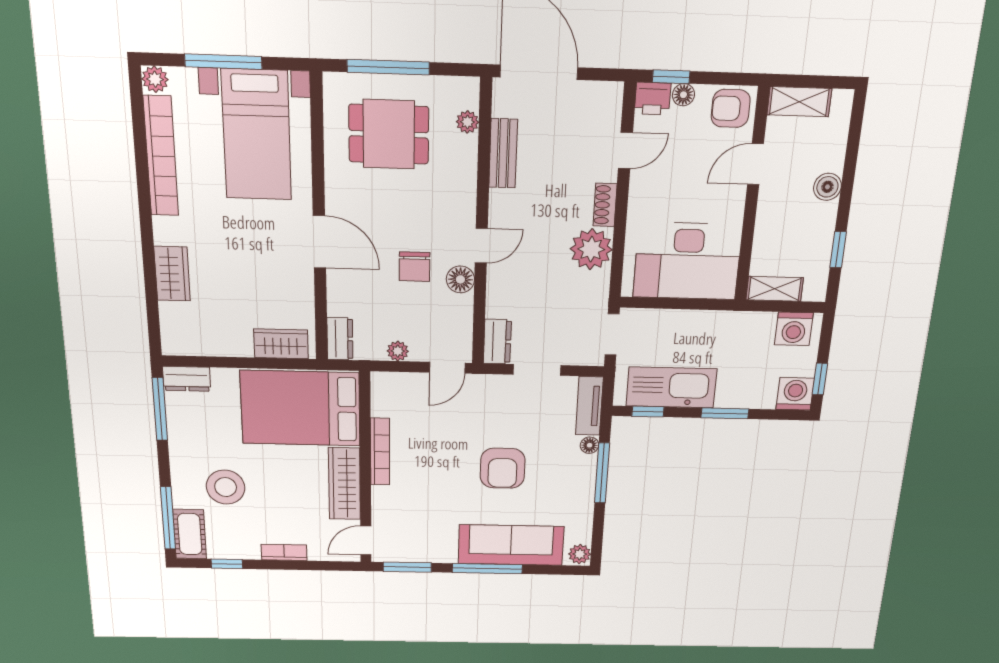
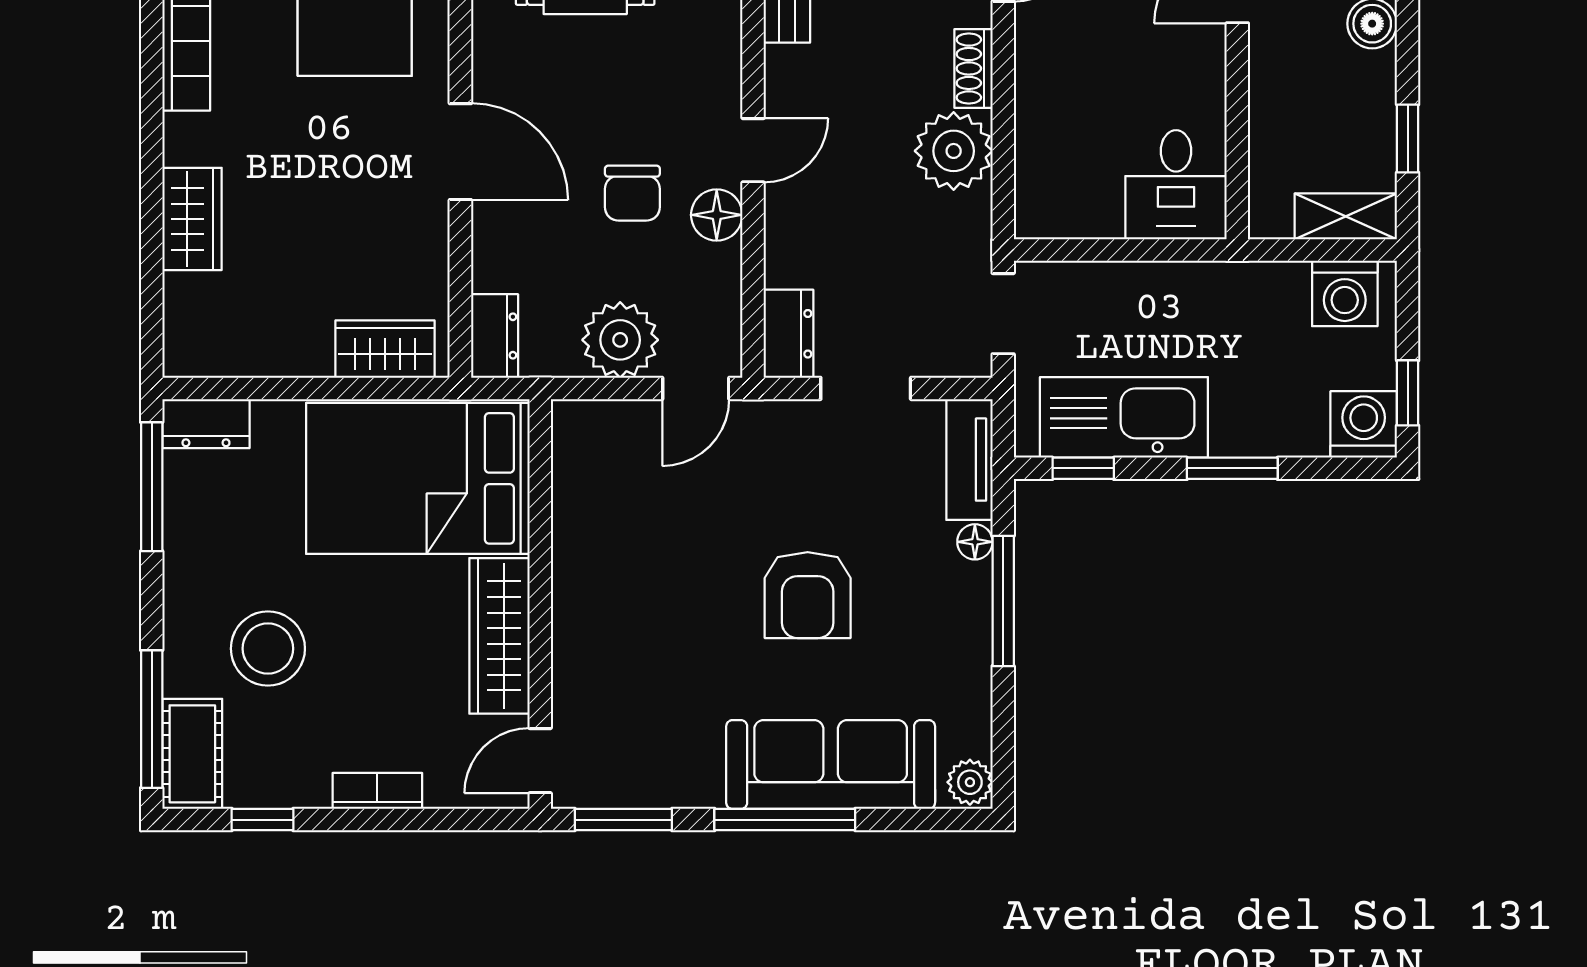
desk: (687, 261) -> (1176, 185), width x0.53, depth x0.77
shelving: (775, 289) -> (1346, 216), moved
plant: (398, 351) -> (620, 340), width x1.88, depth x1.88
bookcase: (380, 452) -> (569, 565), removed

